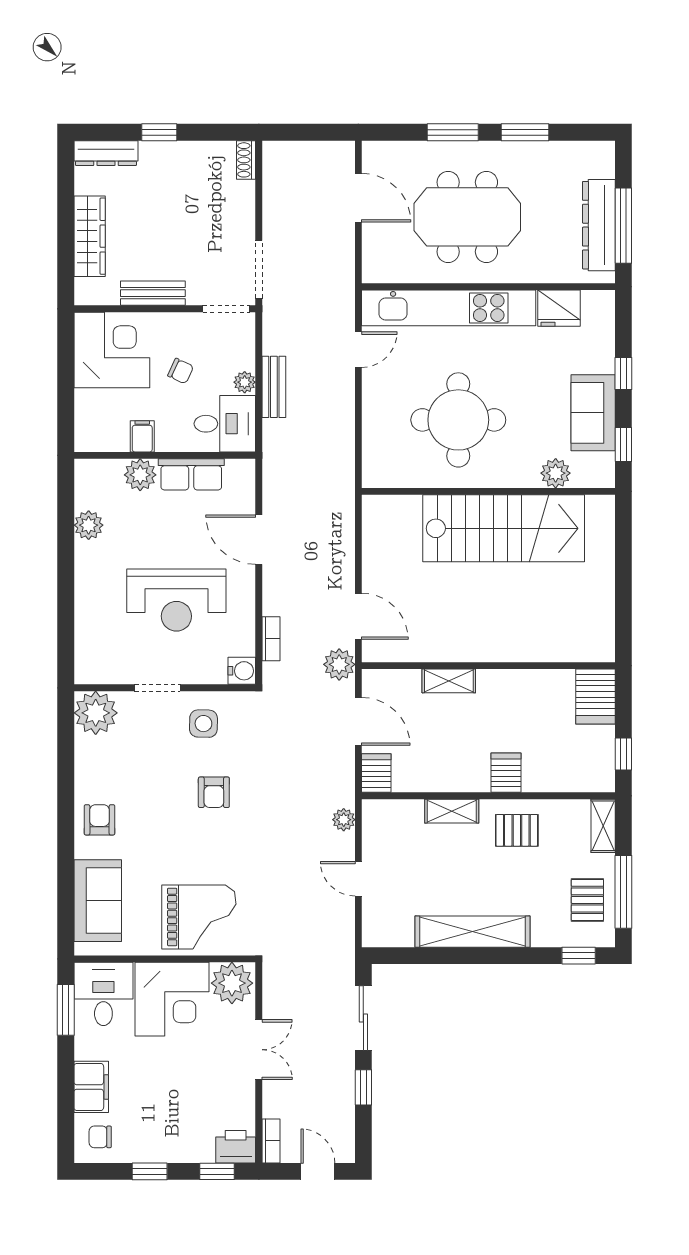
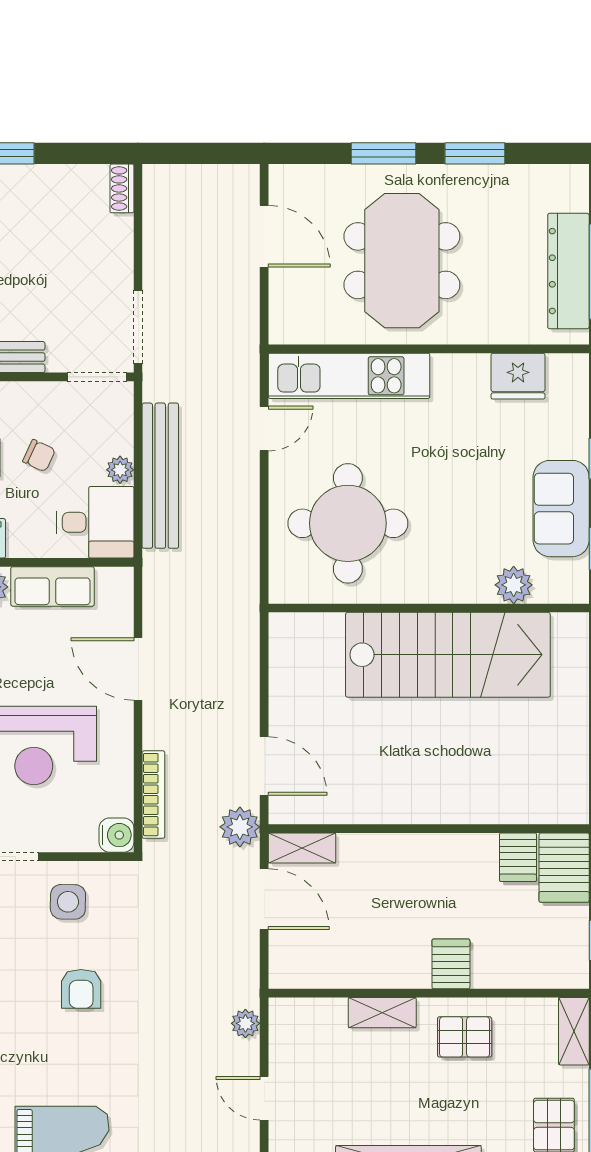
meeting table: (467, 217) -> (402, 261), turned 90
kitchen unit: (449, 308) -> (349, 376), width x0.73
bench: (274, 387) -> (160, 476), width x1.86, depth x1.21
round table: (458, 420) -> (348, 523), moved
bookcase: (271, 639) -> (153, 795), width x1.56
shelving: (449, 681) -> (302, 848), moved
server rack: (376, 773) -> (518, 857), moved, turned 180

